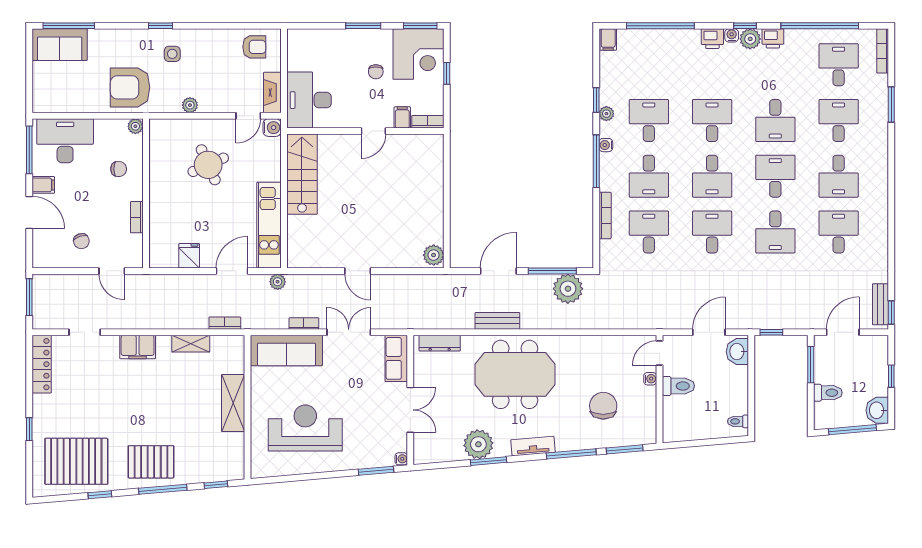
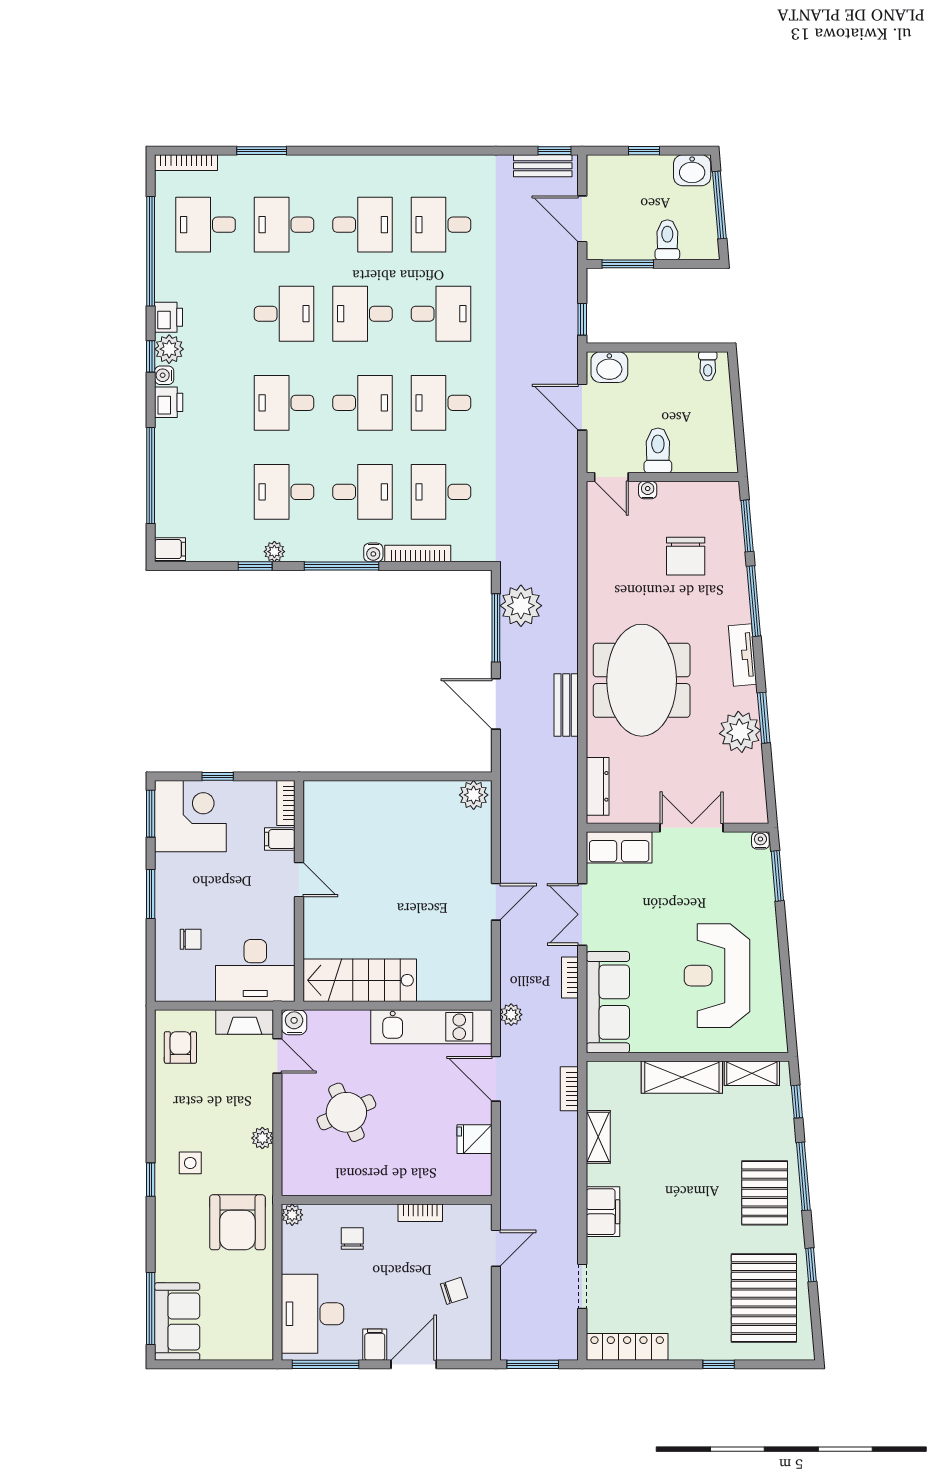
chair: (376, 72) -> (191, 939), moved
water cooler: (606, 145) -> (373, 552), moved
chair: (603, 406) -> (686, 556), turned -90
shelving: (236, 453) -> (752, 1073), added

